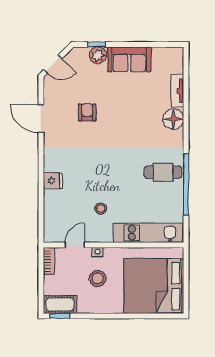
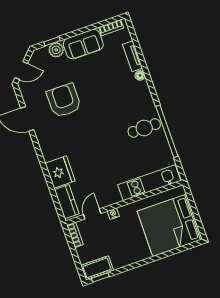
bookcase: (165, 52) -> (111, 28), added
armchair: (87, 112) -> (64, 100), width x1.88, depth x1.88
floor lamp: (173, 119) -> (140, 75), width x0.53, depth x0.53
fridge: (53, 181) -> (60, 172), width x1.88, depth x1.34
stool: (101, 209) -> (103, 176), removed
kitchen counter: (52, 222) -> (67, 202), added
stool: (98, 278) -> (121, 235), removed

